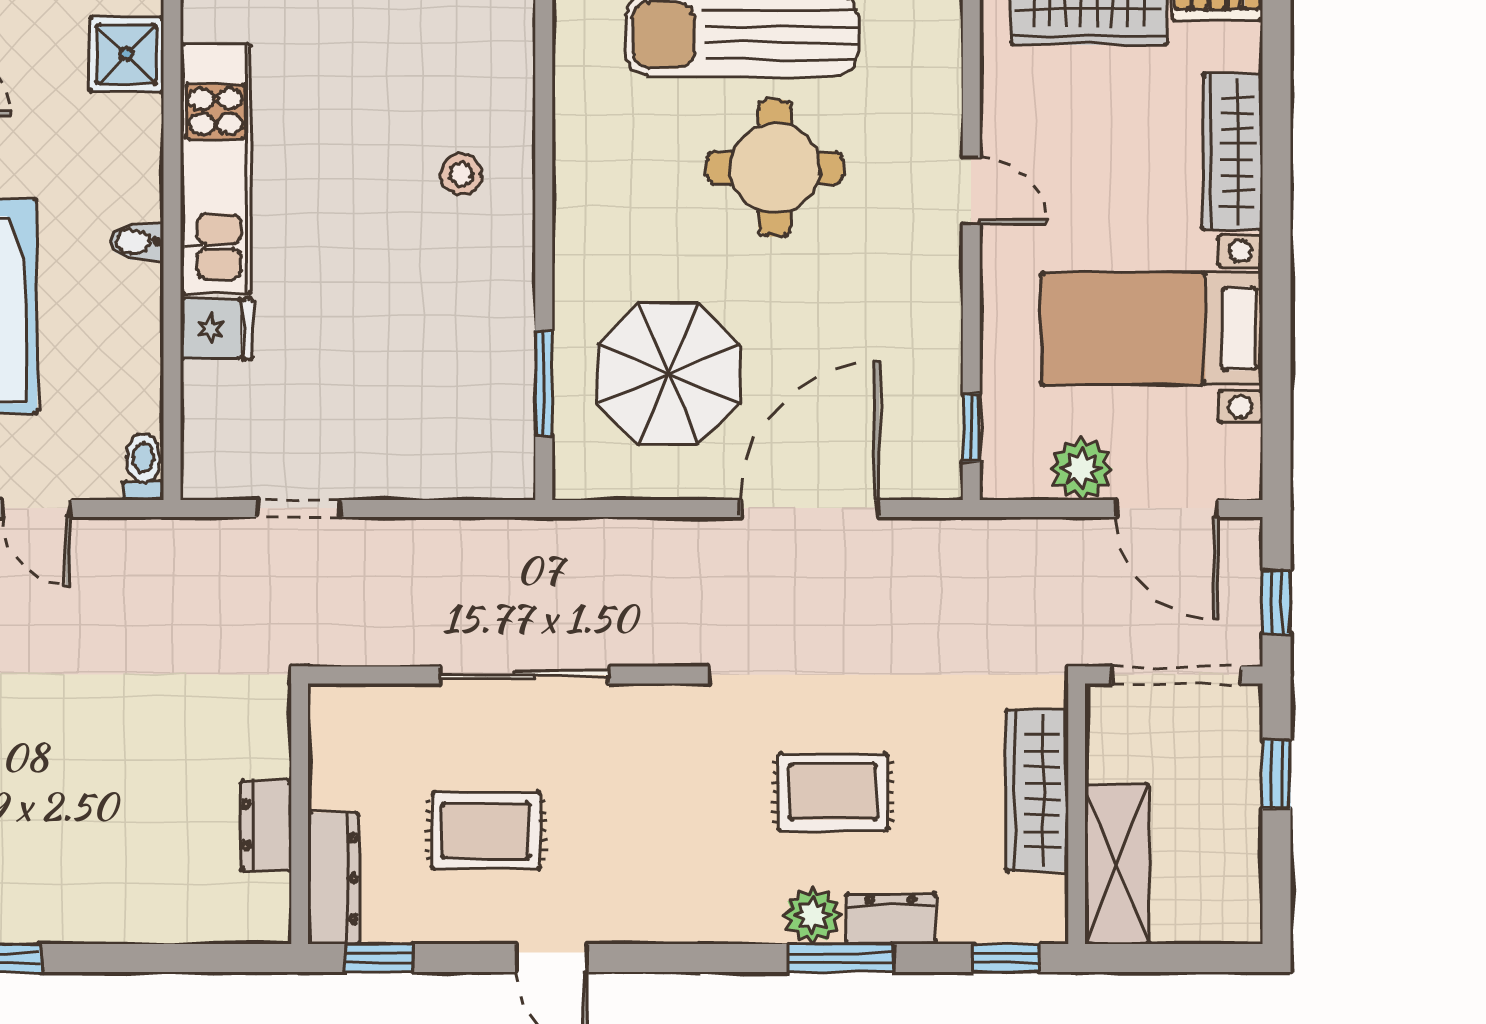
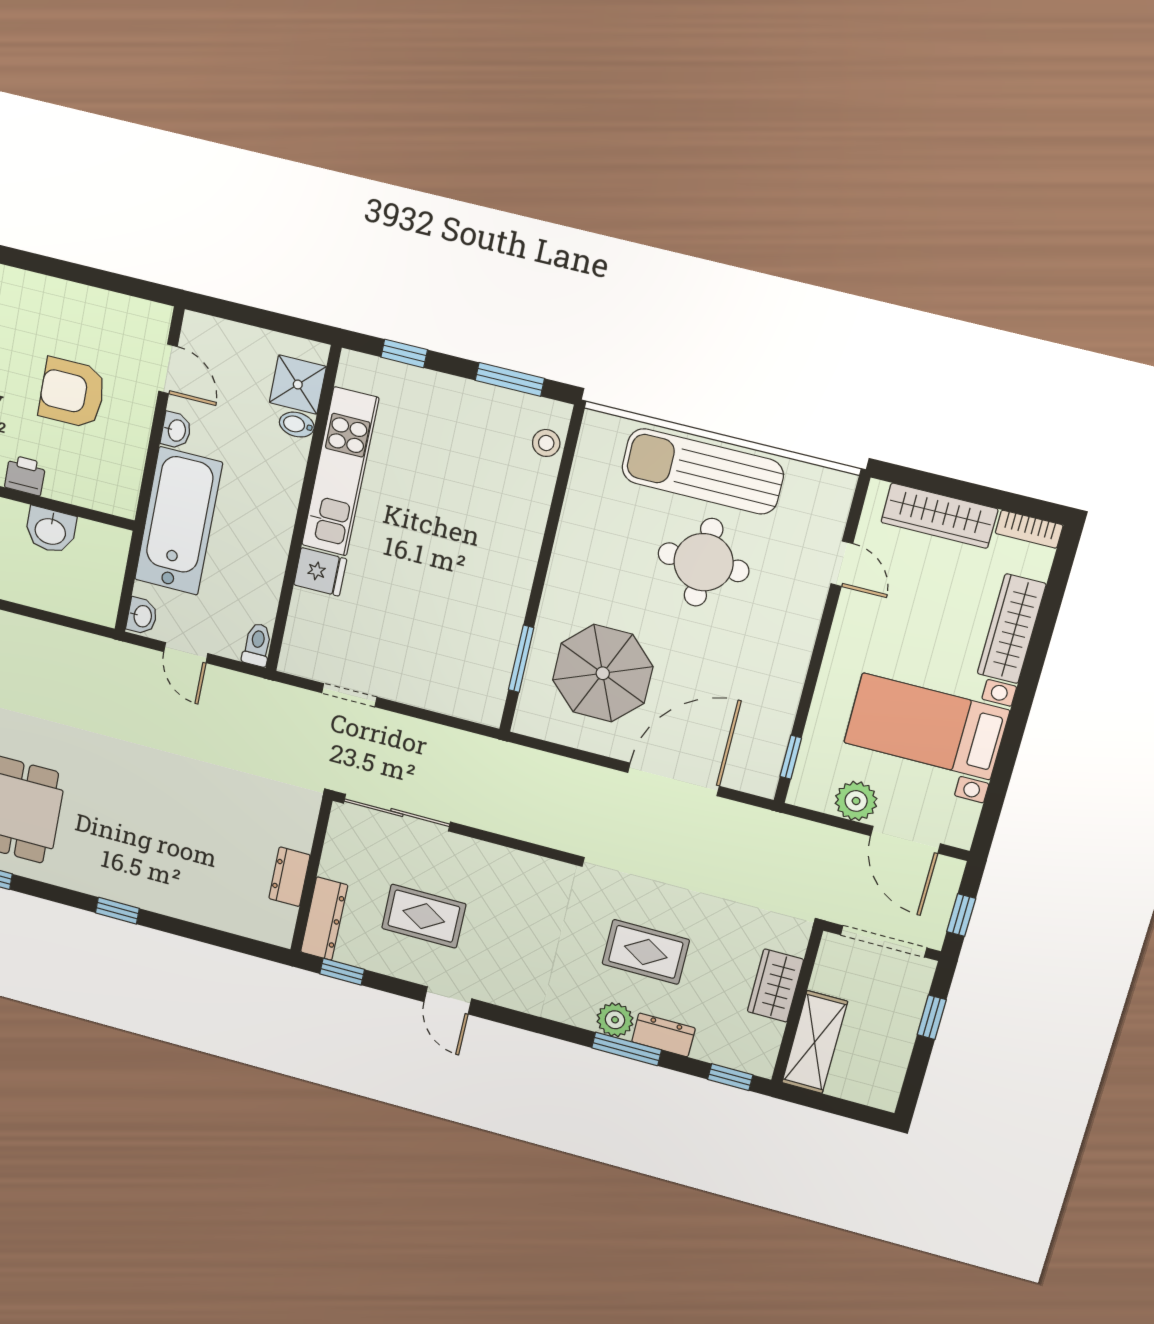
stool: (461, 174) -> (546, 443), moved
door: (971, 191) -> (842, 564), moved
bidet: (137, 242) -> (297, 425), moved
sliding door: (524, 675) -> (397, 813), moved
wardrobe: (1037, 791) -> (775, 986), width x0.67

